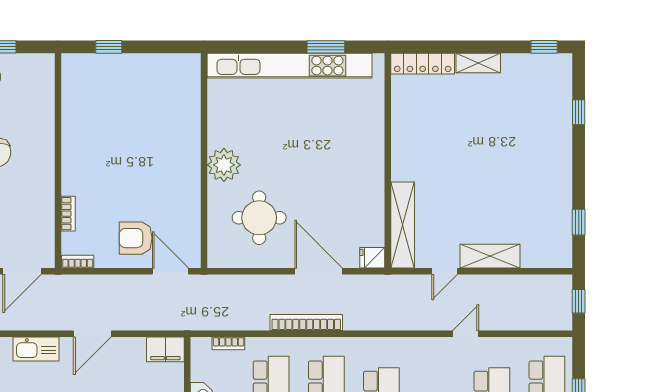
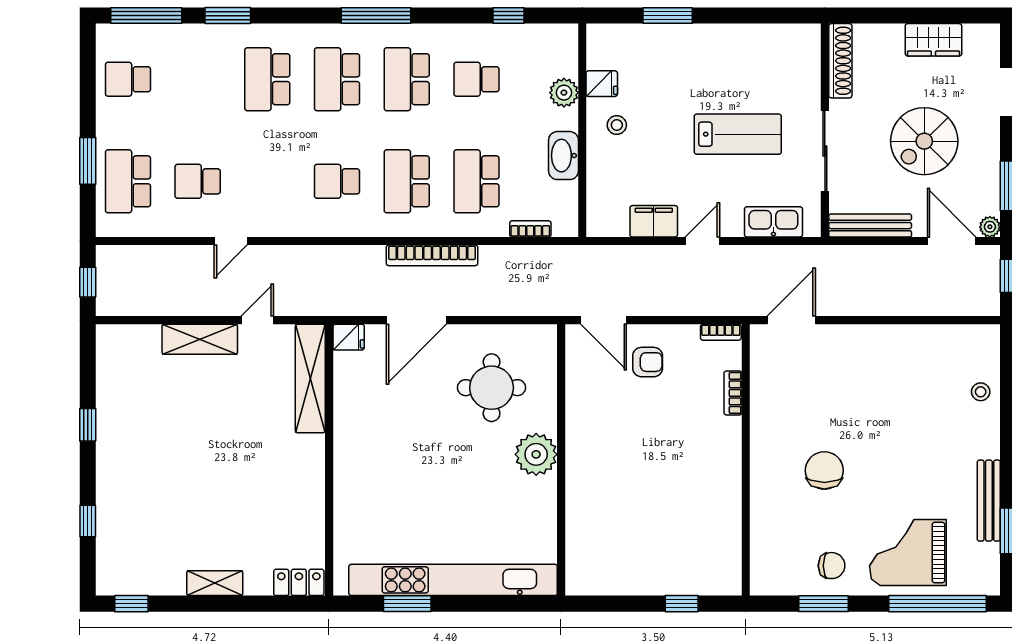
locker: (423, 64) -> (299, 582), width x0.66
window: (579, 222) -> (88, 425), moved
armchair: (136, 238) -> (648, 362), width x0.72, depth x0.72
door: (319, 271) -> (416, 320), hinge flipped
door: (92, 334) -> (702, 241), width x0.73
filing cabinet: (165, 349) -> (654, 221), moved

